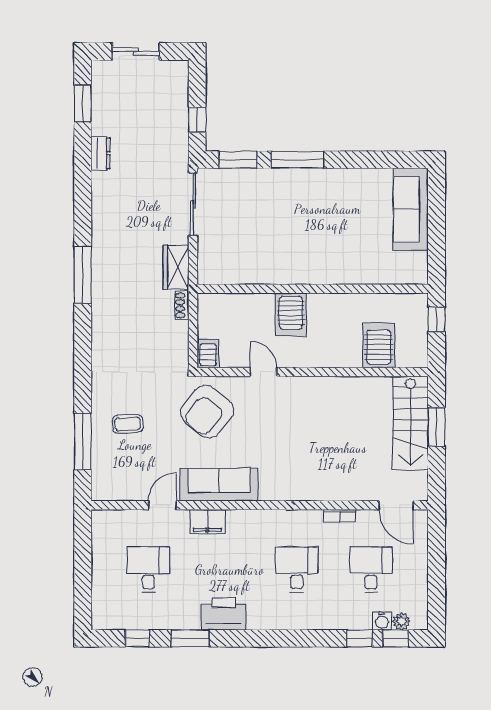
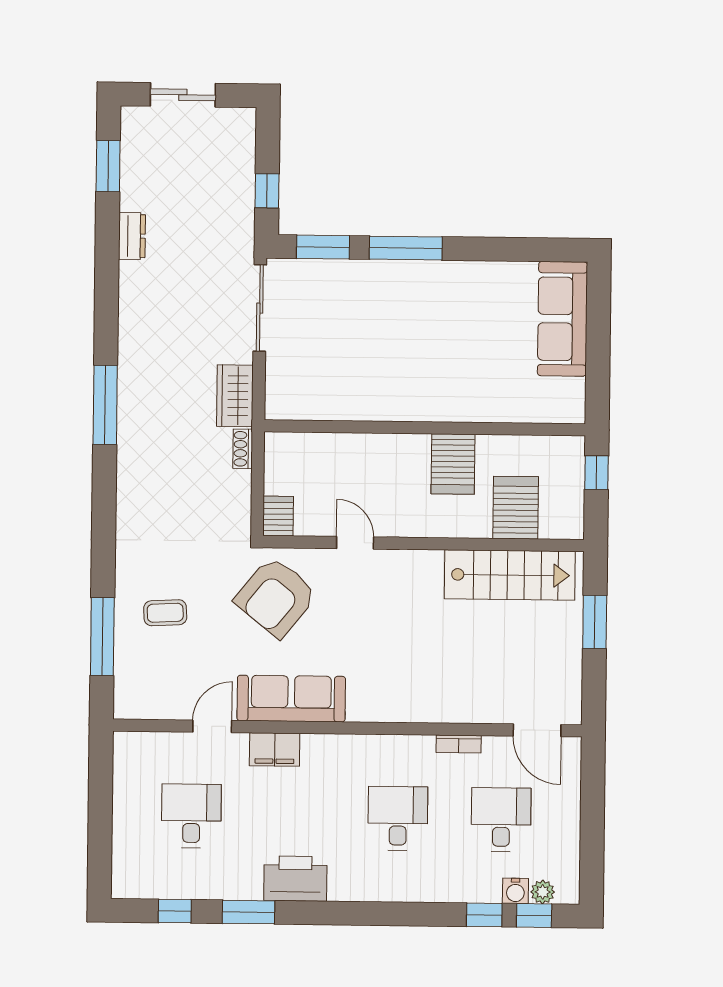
server rack: (291, 315) -> (453, 464), moved
stairs: (411, 423) -> (510, 575), moved, turned -90

